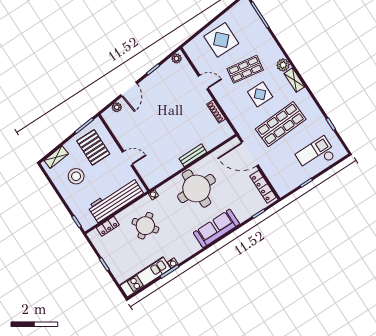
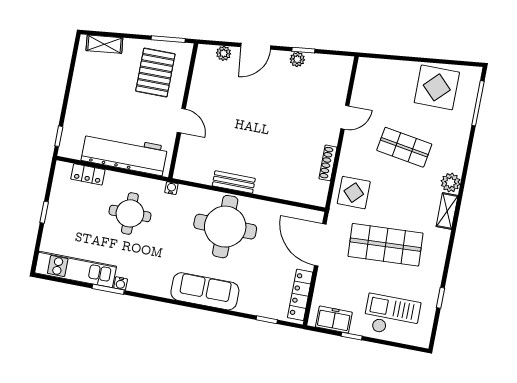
display table: (221, 40) -> (437, 87), moved
plant: (177, 58) -> (297, 59), moved
door: (203, 82) -> (345, 117), hinge flipped
display table: (260, 94) -> (354, 193), moved
bench: (193, 155) -> (234, 182), moved
stool: (76, 176) -> (106, 86), removed
freezer: (290, 183) -> (334, 320), added
round table: (145, 226) -> (130, 213), turned 36

